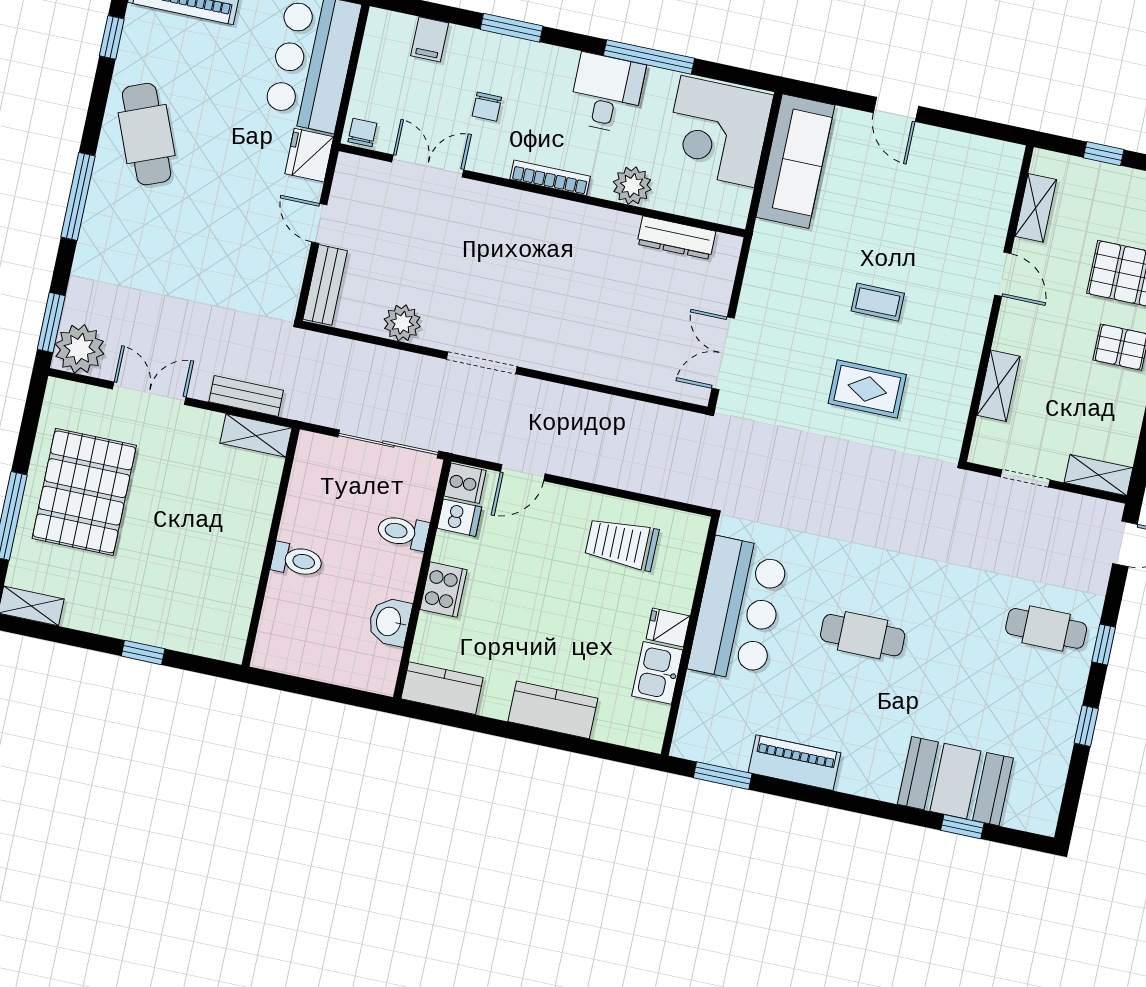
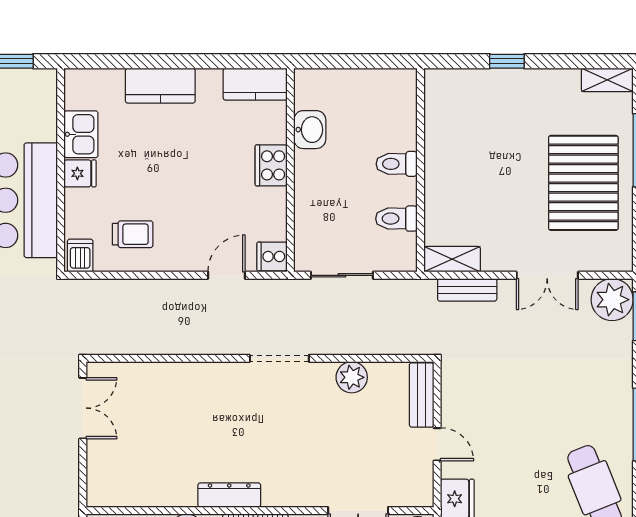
dresser: (676, 238) -> (229, 495), moved
sliding door: (388, 444) -> (342, 275), width x0.73
dishwasher: (459, 518) -> (80, 256), moved, turned 90
toilet: (403, 532) -> (396, 219), moved, turned 180
trolley: (622, 544) -> (133, 234), width x0.73, depth x0.72

